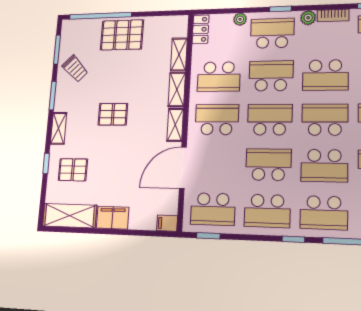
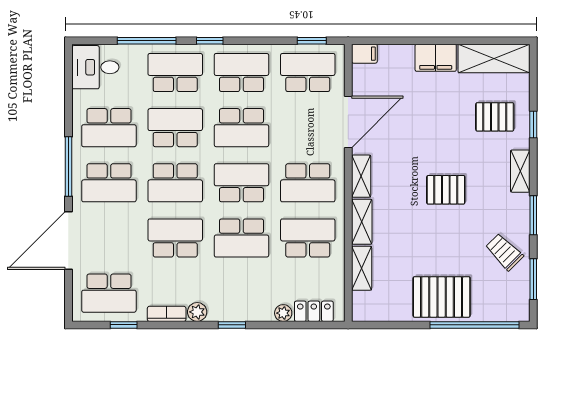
locker: (201, 29) -> (314, 311), moved, turned 90
school desk: (272, 33) -> (241, 293), removed
school desk: (270, 120) -> (241, 183), turned 180

